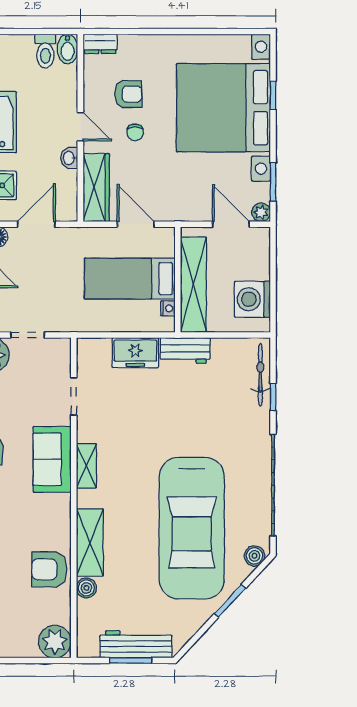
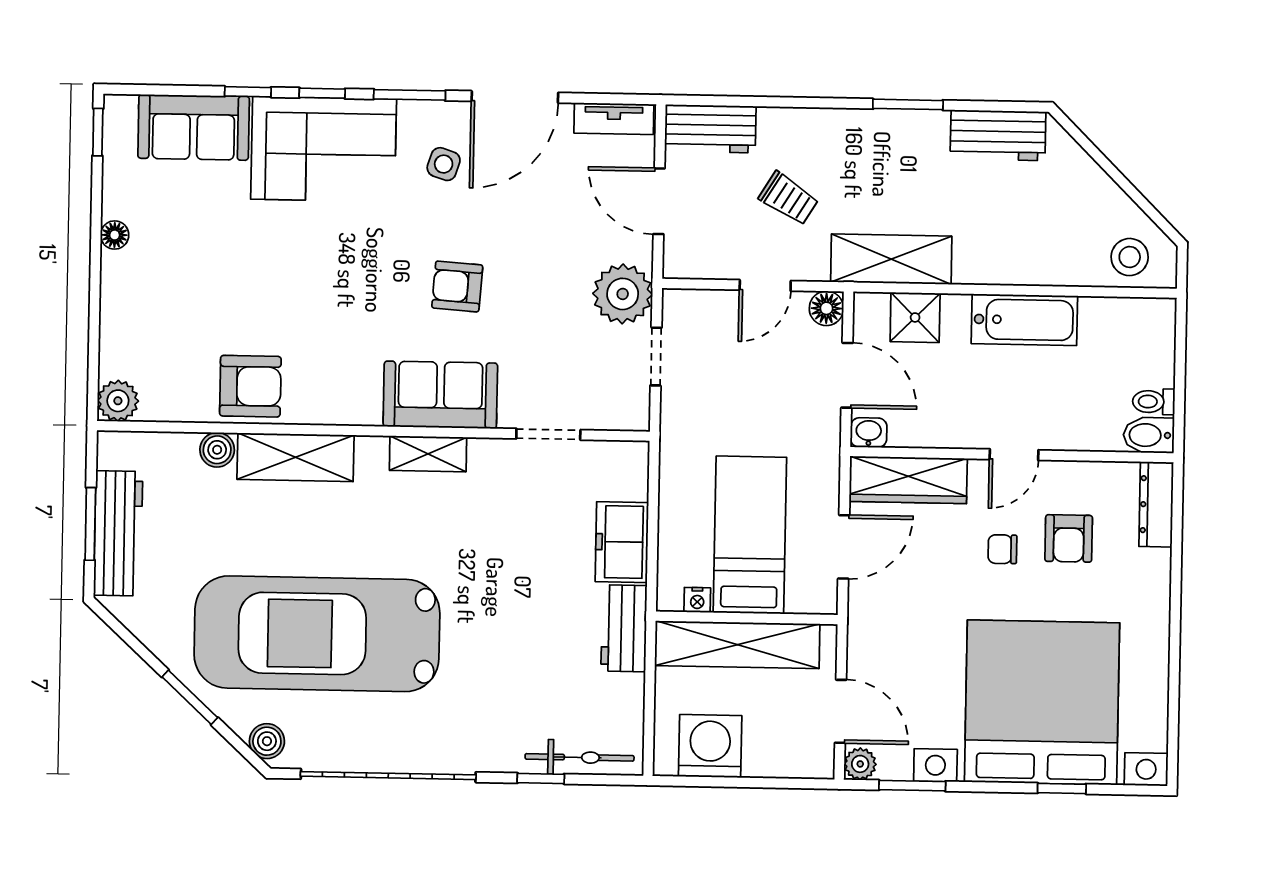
dresser: (100, 44) -> (1156, 504), width x1.44
toilet: (45, 51) -> (1154, 402), width x0.73, depth x0.72
washbasin: (69, 158) -> (869, 433), moved
door: (231, 224) -> (840, 711), hinge flipped
armchair: (49, 569) -> (250, 386), turned 90
plant: (55, 642) -> (118, 401), width x0.73, depth x0.73

